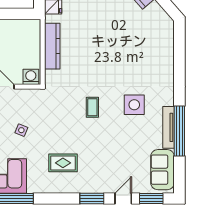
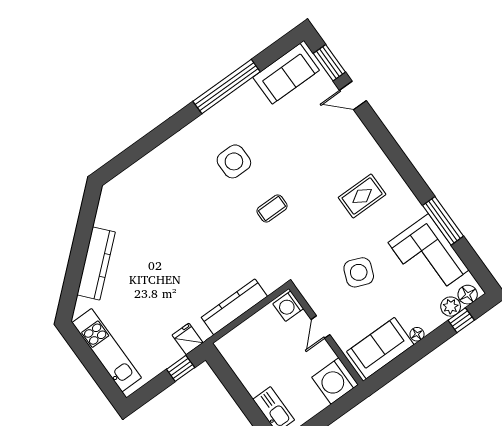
tv unit: (168, 127) -> (232, 102), removed
side table: (21, 130) -> (359, 272), width x1.87, depth x1.87
rug: (63, 163) -> (362, 196), turned 90
window: (92, 198) -> (379, 132), removed

